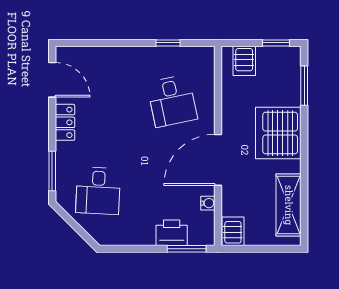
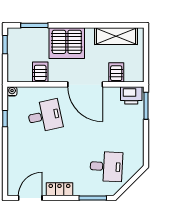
server rack: (244, 61) -> (40, 72), moved, turned -90
water cooler: (208, 203) -> (12, 91), moved
server rack: (233, 231) -> (116, 72), moved, turned 90
printer: (172, 233) -> (131, 95), moved, turned -90

